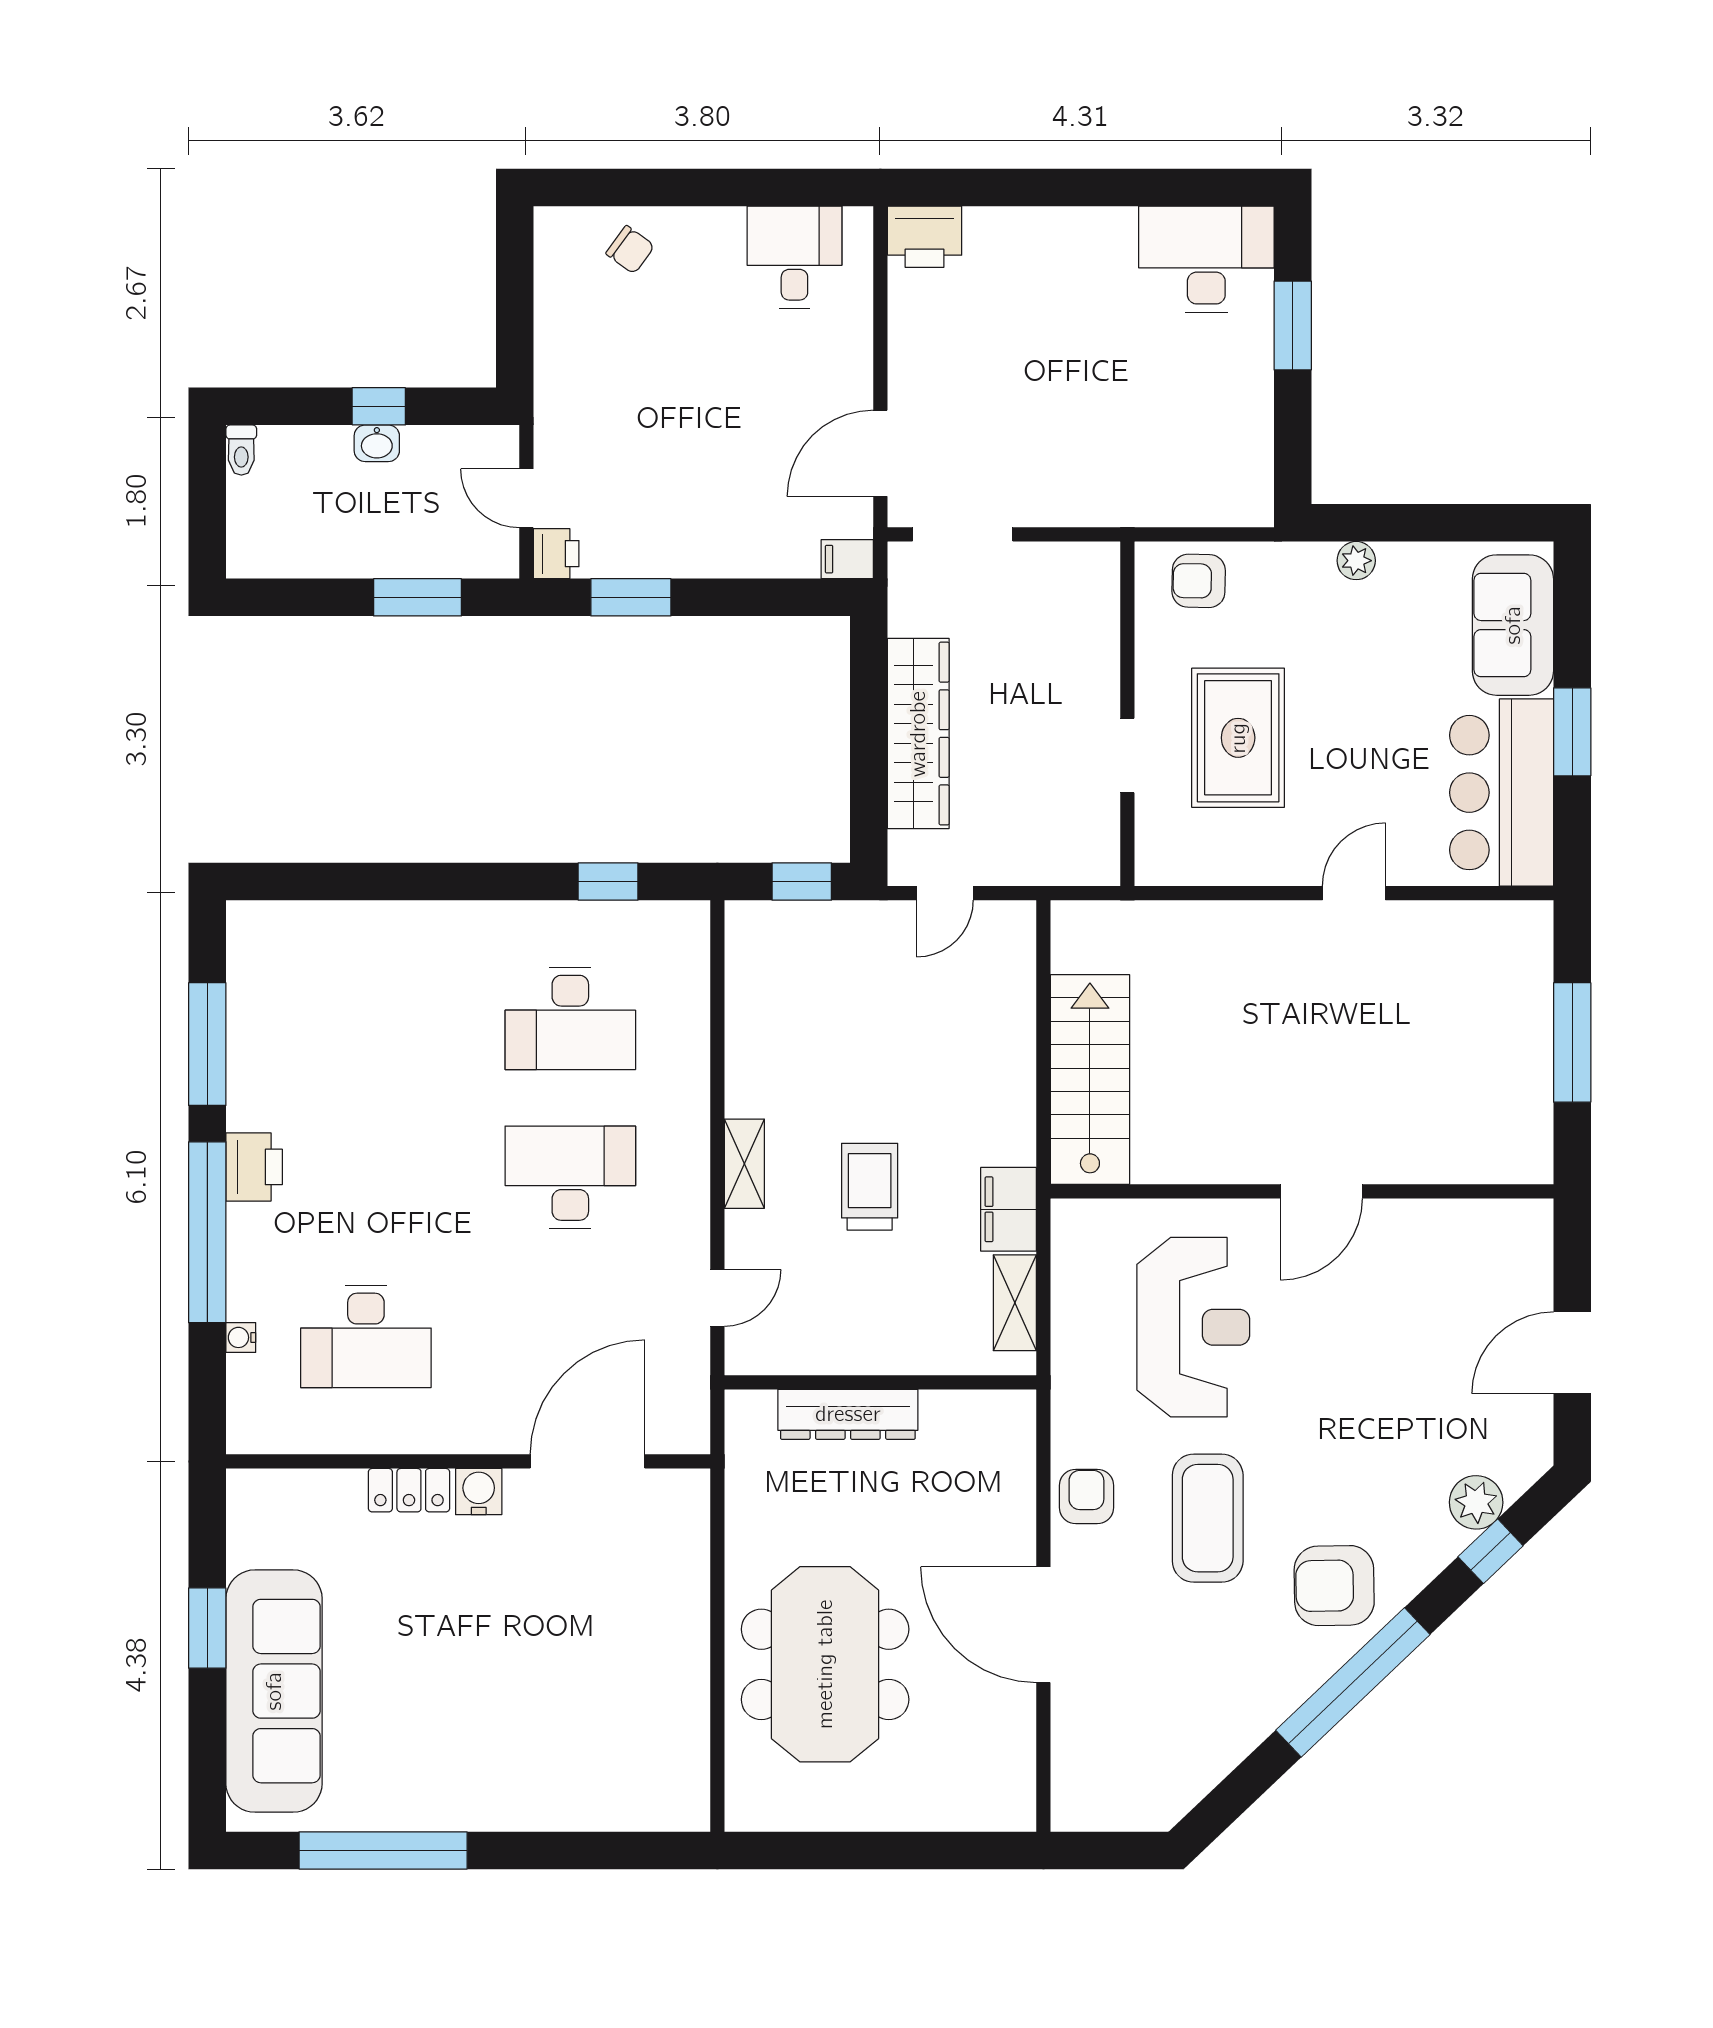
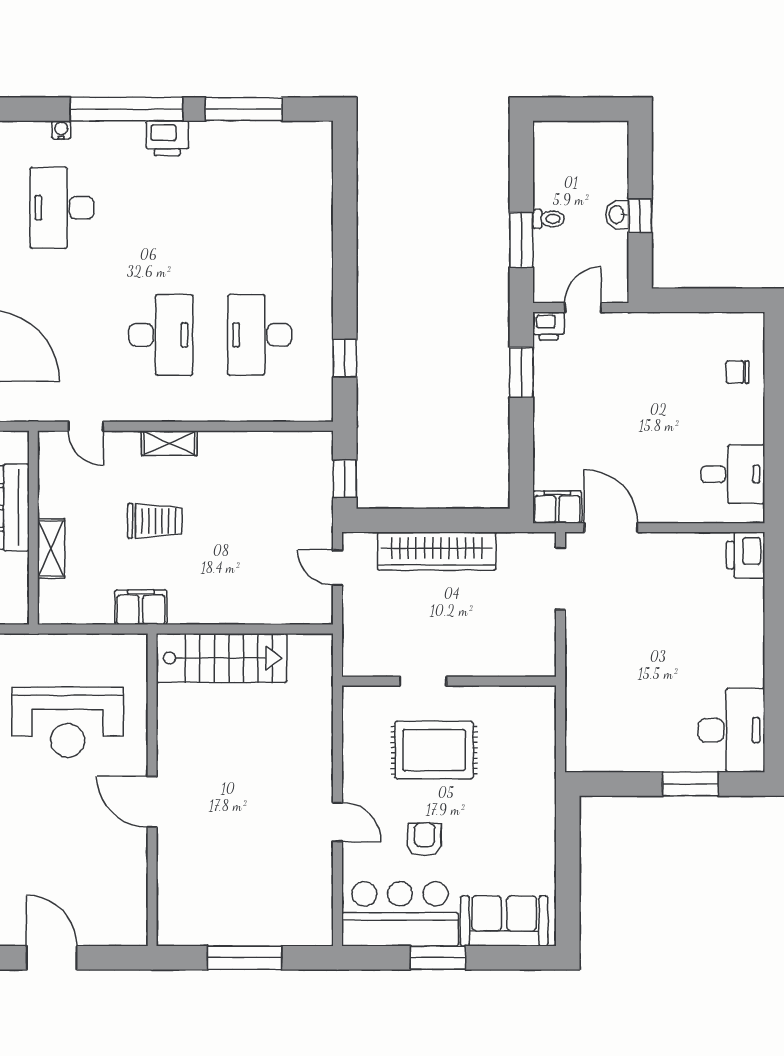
chair: (630, 250) -> (737, 372), turned 54
toilet: (241, 450) -> (549, 219), moved, turned 180
filing cabinet: (847, 559) -> (557, 507), width x2.00
plant: (1356, 561) -> (544, 823), removed
armchair: (1199, 581) -> (425, 839), moved
shelving: (1015, 1303) -> (51, 548), moved, turned 90

